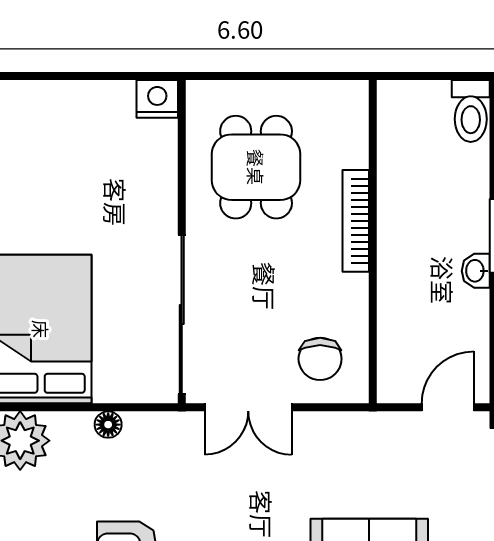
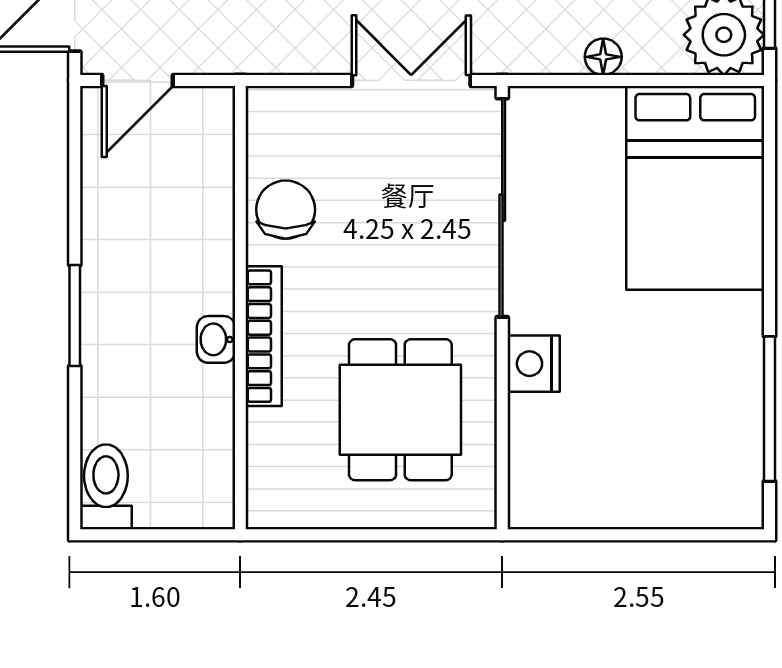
nightstand: (157, 99) -> (534, 364), moved, turned 90
washbasin: (476, 271) -> (216, 339), moved, turned 180
chair: (320, 359) -> (286, 210), moved

